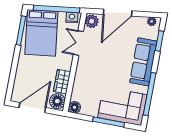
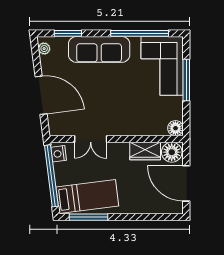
plant: (92, 21) -> (59, 127), removed
bed: (41, 33) -> (87, 197), width x0.67

